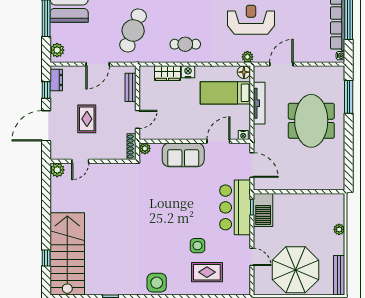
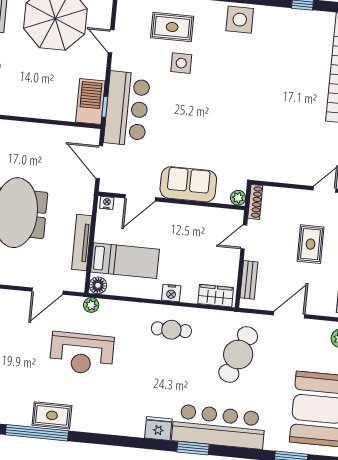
wardrobe: (167, 73) -> (216, 296), moved

